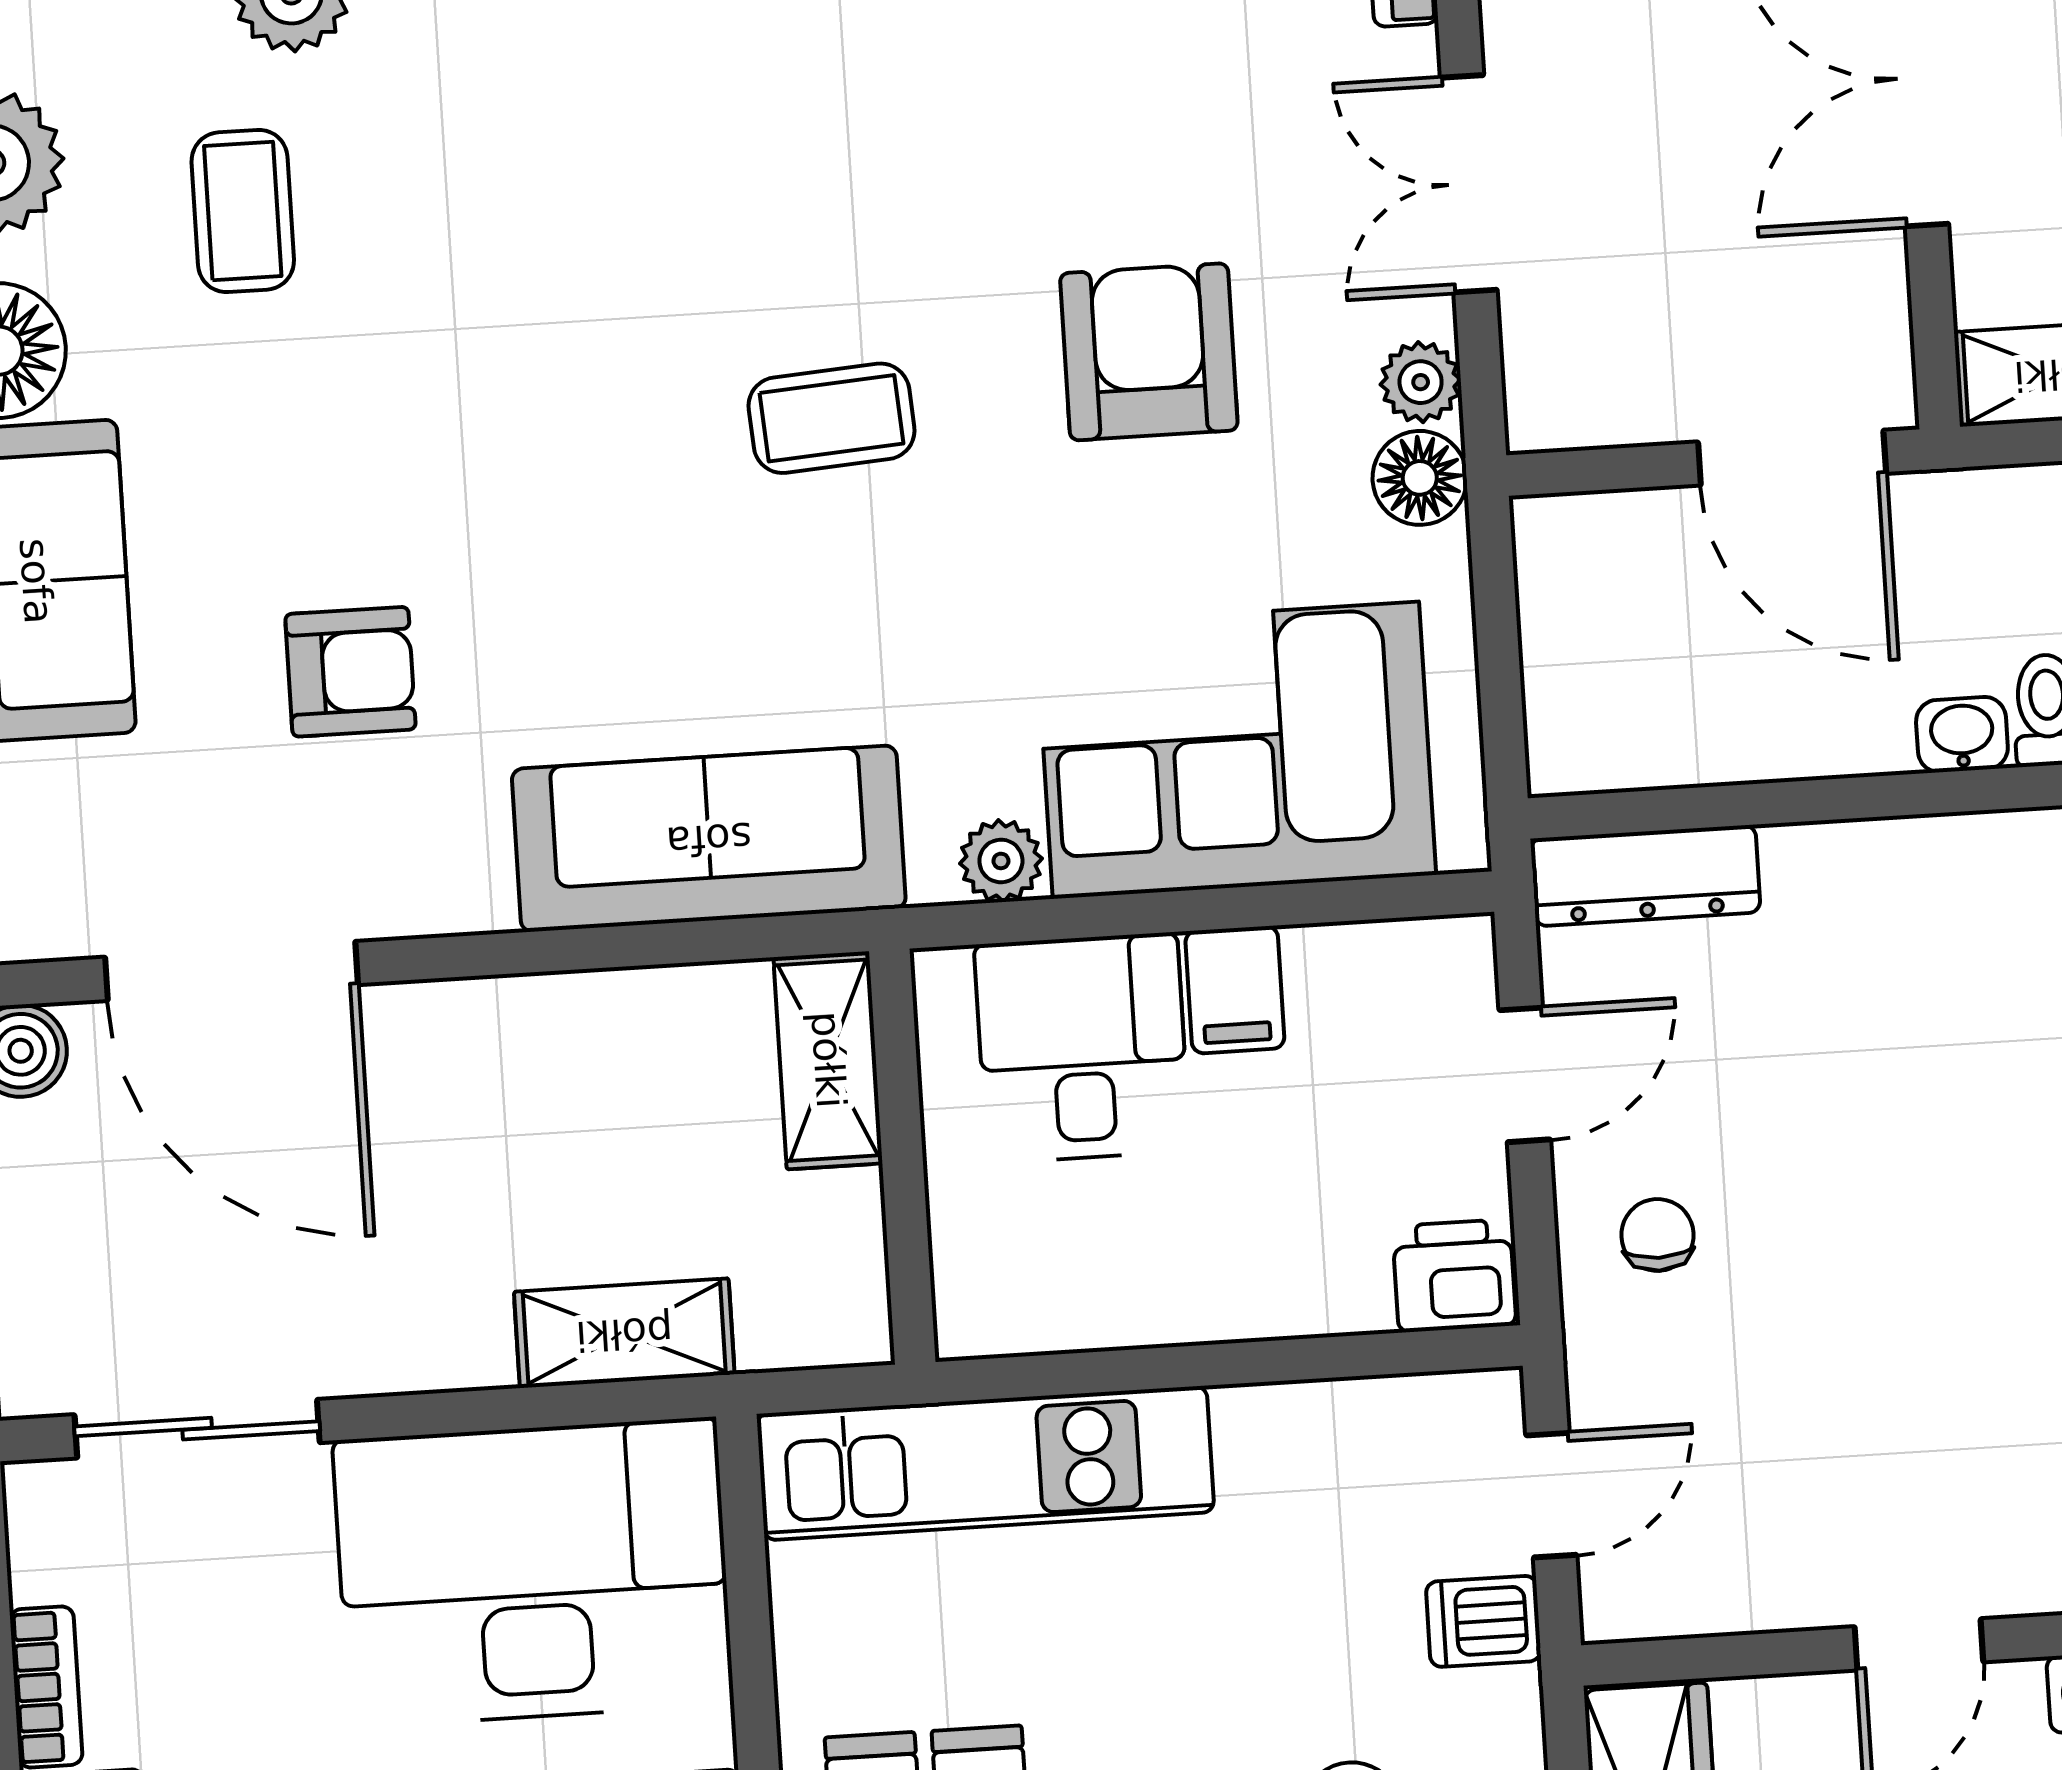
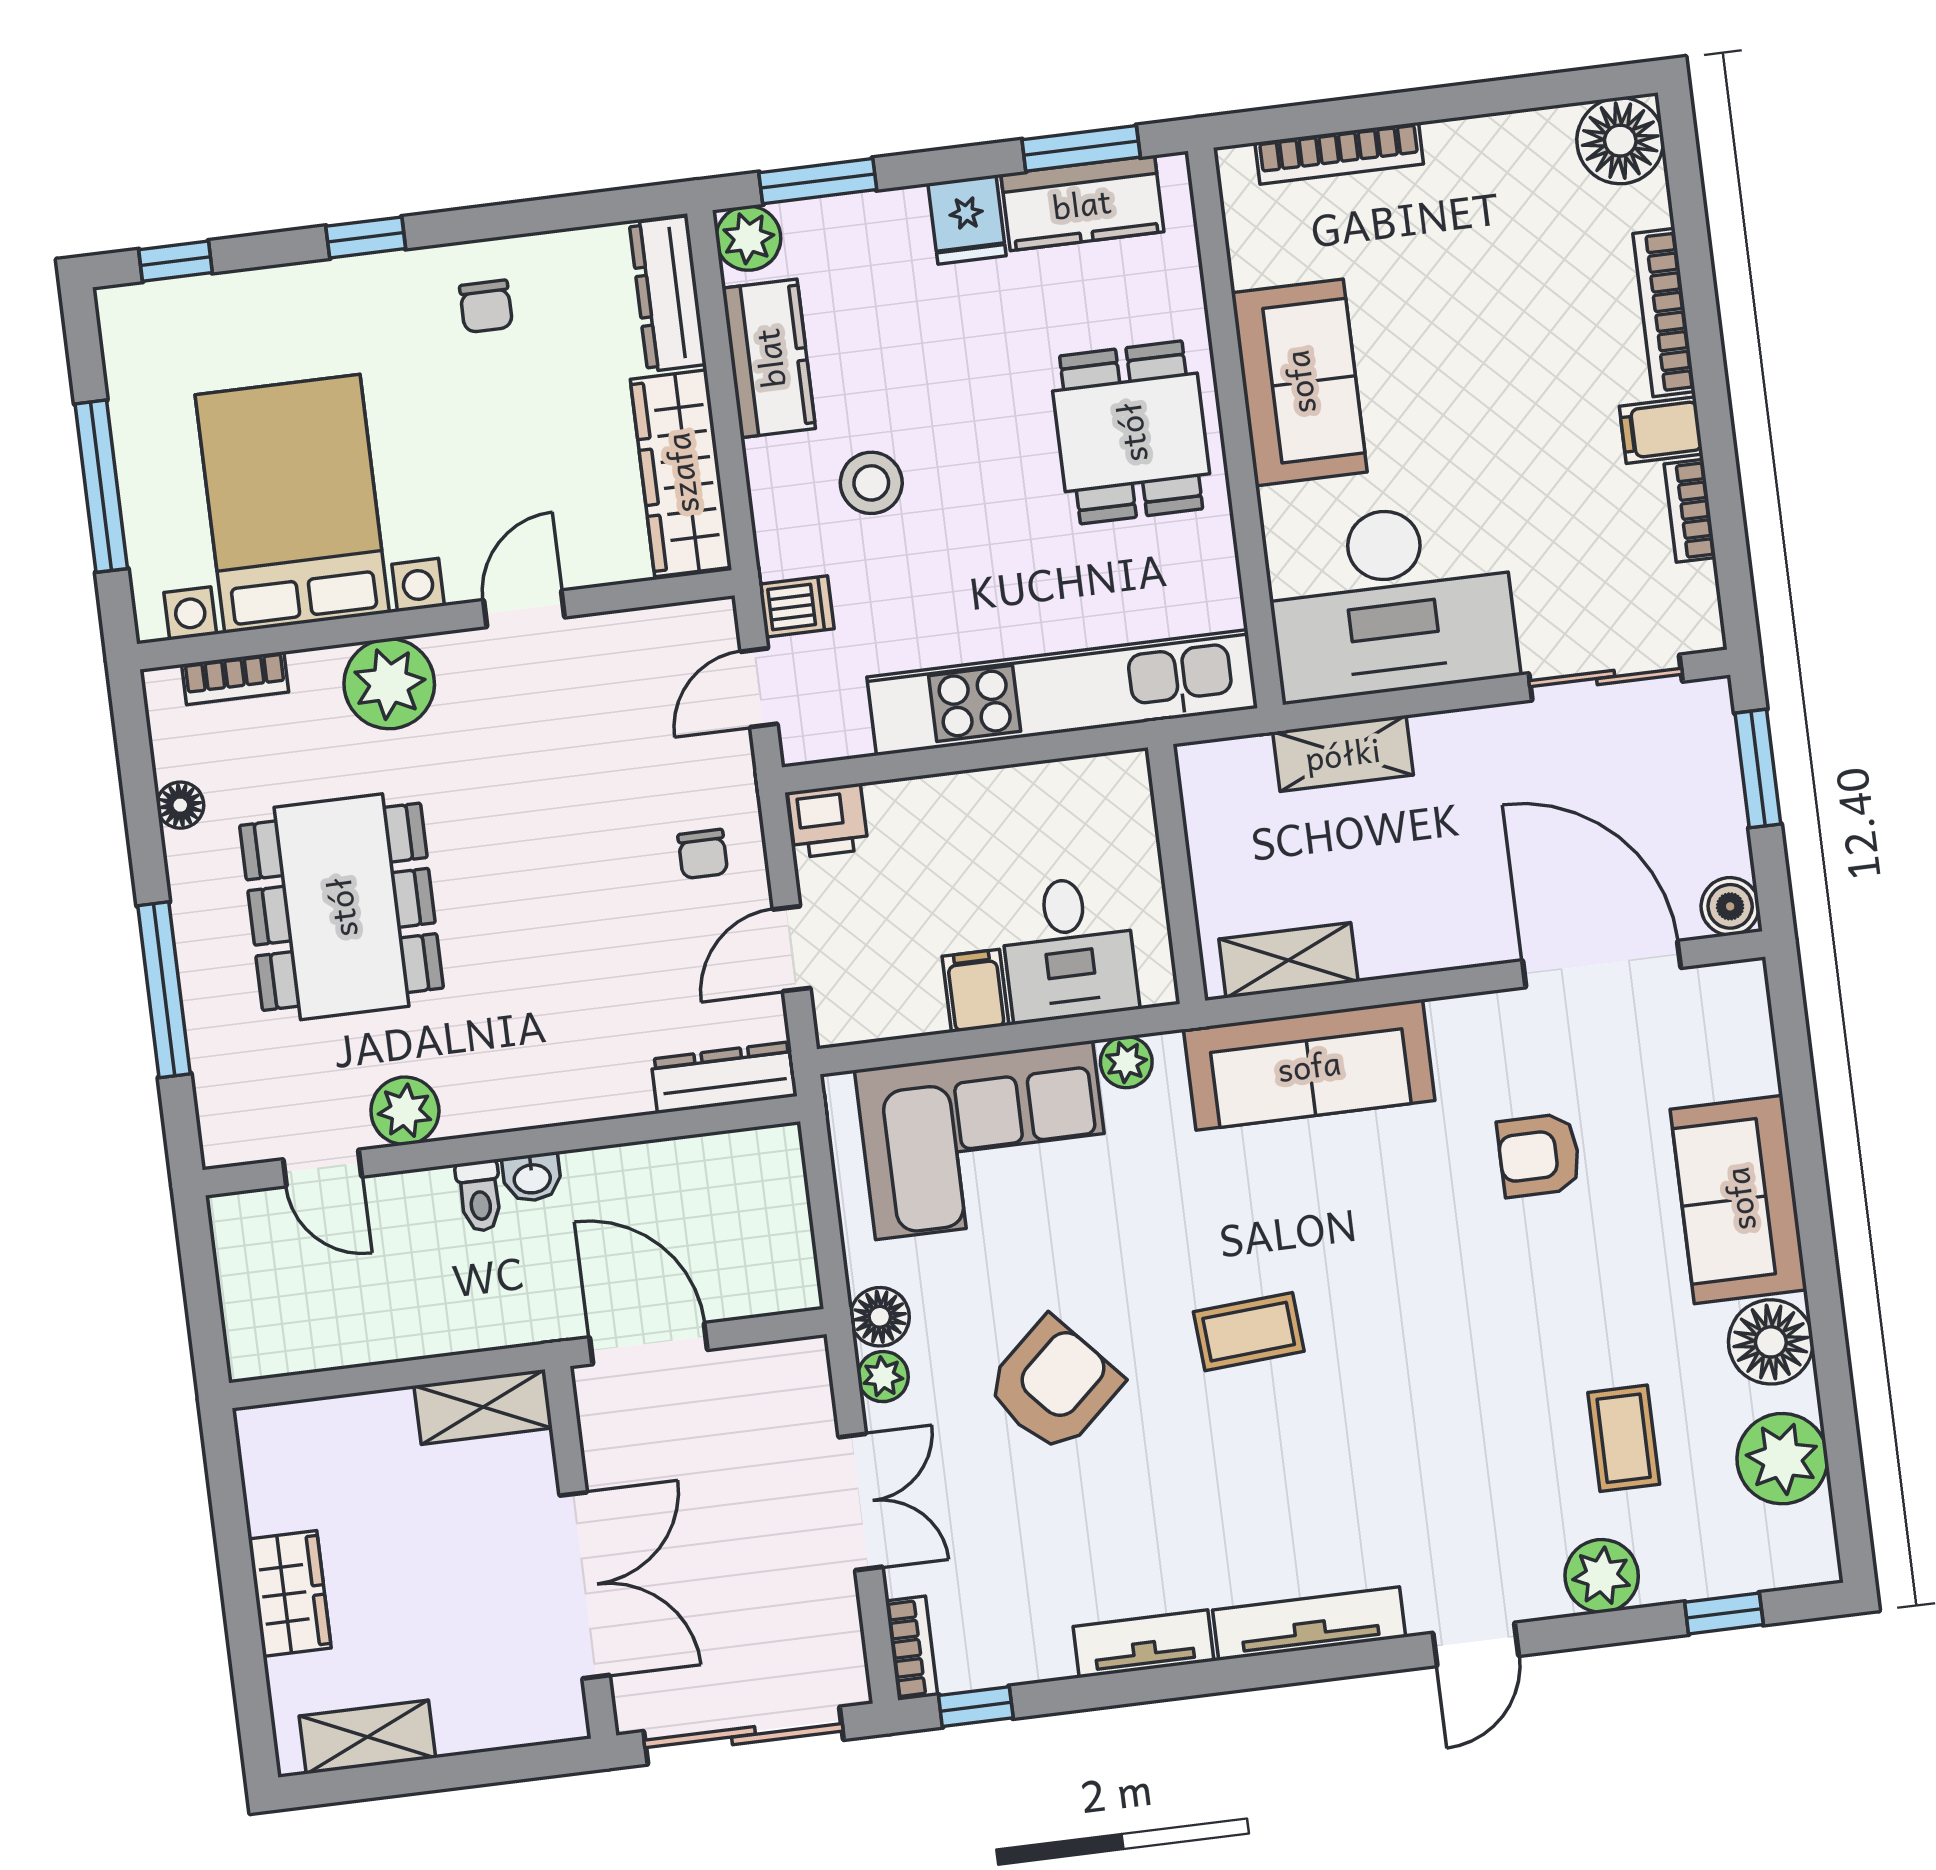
armchair: (1149, 352) -> (1053, 1385), turned -132
shelving: (828, 1060) -> (1288, 960), moved, turned 90
kitchen unit: (985, 1463) -> (1062, 693), width x1.36

